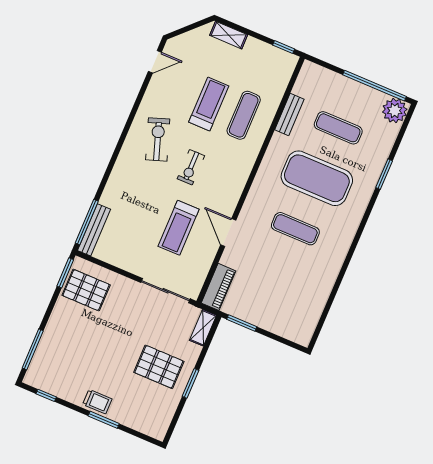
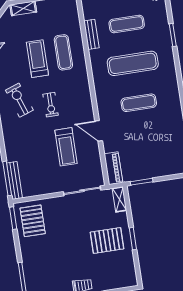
exercise mat: (317, 178) -> (133, 63), width x0.68
pallet: (86, 290) -> (33, 221), turned 90

